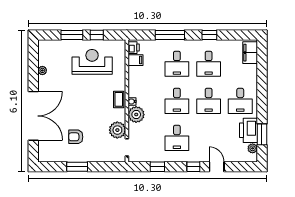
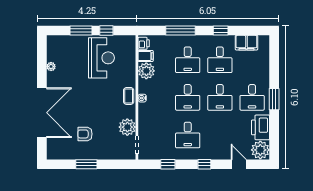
filing cabinet: (250, 53) -> (246, 43), moved, turned -90
reception desk: (92, 62) -> (101, 58), turned 90
plant: (136, 115) -> (146, 71), moved
window: (262, 134) -> (274, 99), moved
plant: (253, 148) -> (260, 150), width x1.88, depth x1.88
door: (217, 167) -> (239, 164), moved

